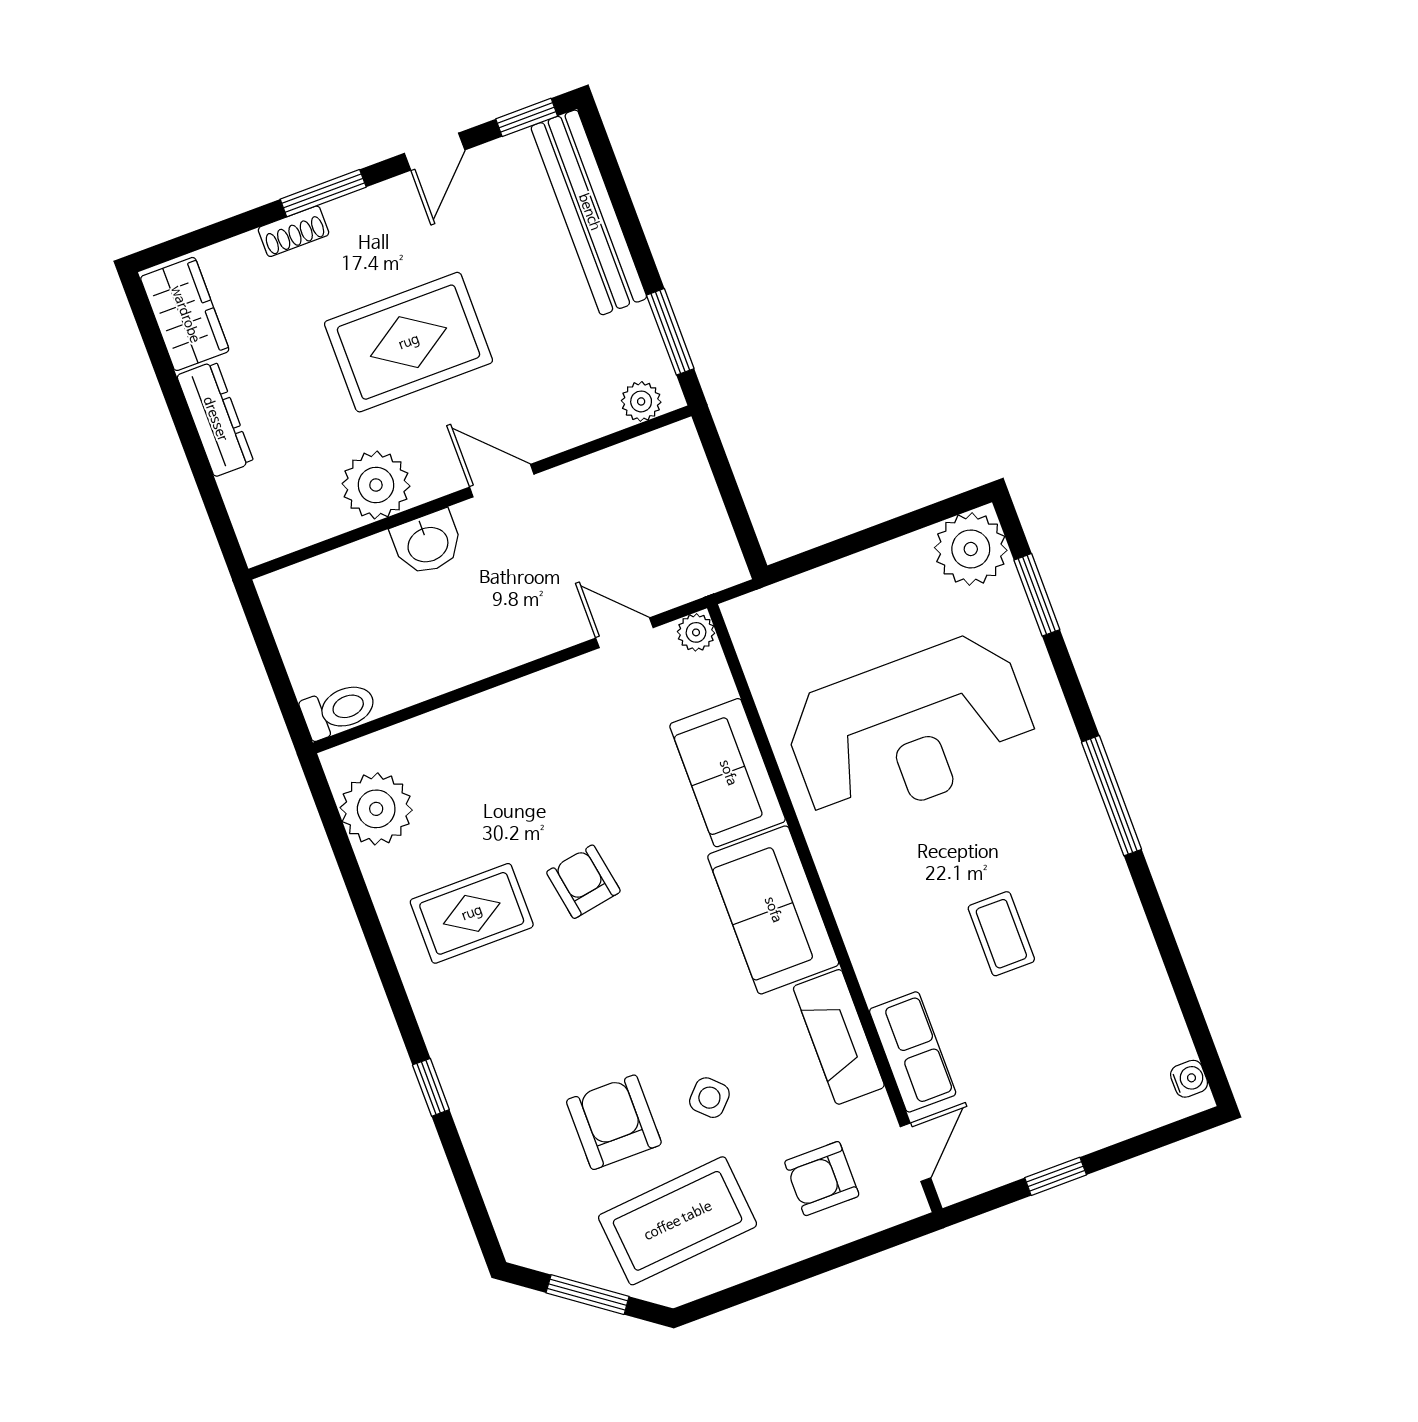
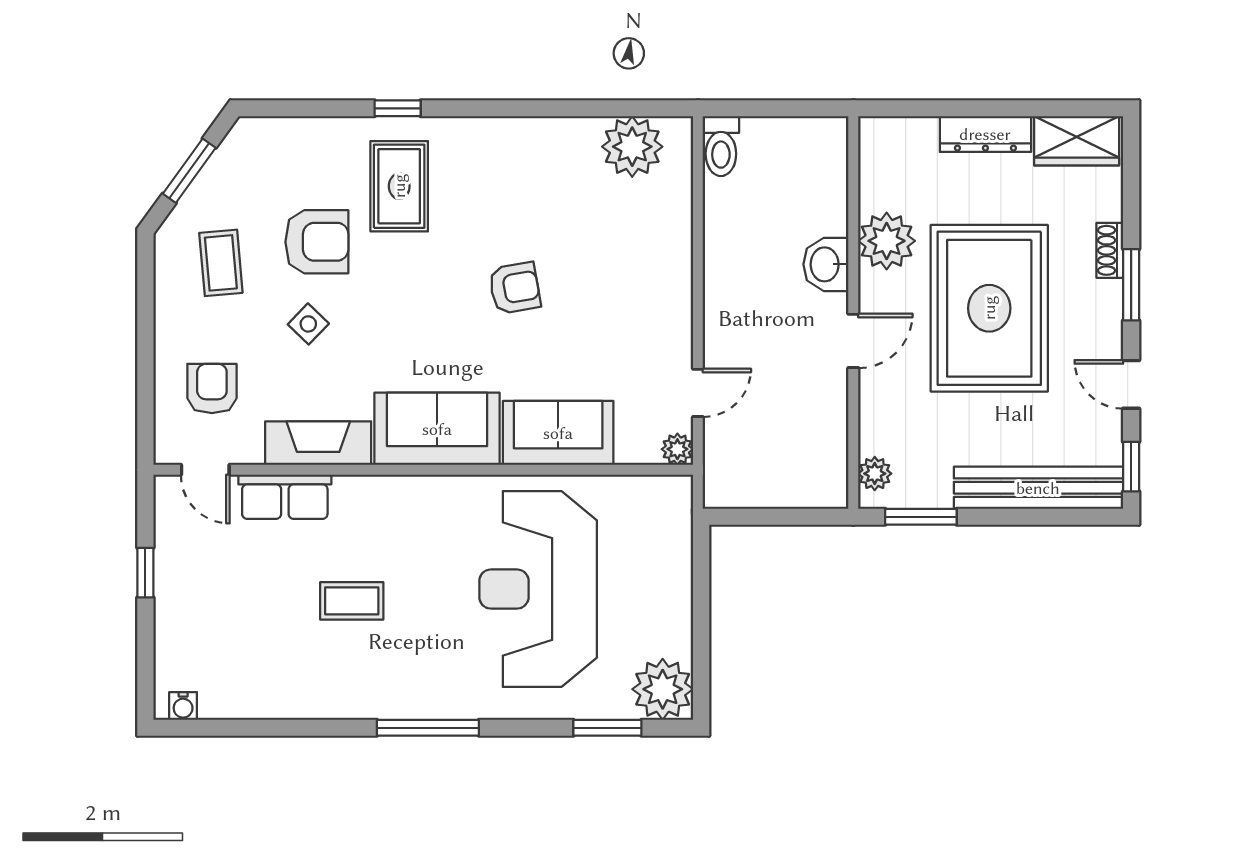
rug: (409, 342) -> (989, 308), width x1.37, depth x1.44
rug: (472, 913) -> (399, 186), moved
coffee table: (678, 1221) -> (221, 263), width x0.54, depth x0.58

